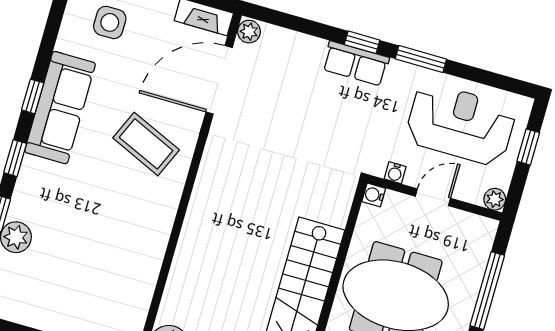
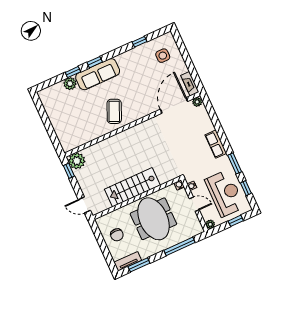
window: (362, 42) -> (246, 188), moved
door: (219, 80) -> (174, 105), hinge flipped
window: (33, 96) -> (139, 42), moved
sofa: (60, 108) -> (98, 74), moved
coffee table: (146, 144) -> (114, 111), moved

